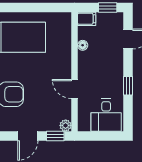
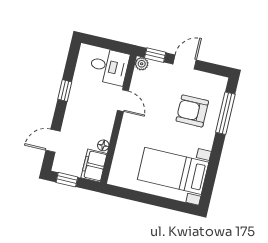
filing cabinet: (87, 19) -> (94, 166), width x2.00
desk: (106, 115) -> (109, 66), moved, turned 90

